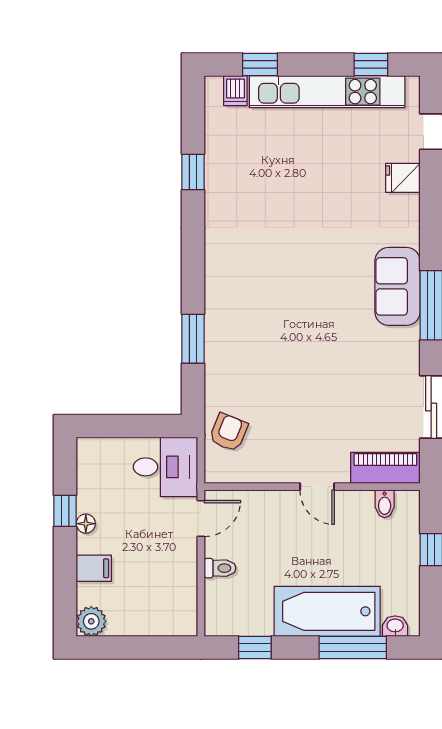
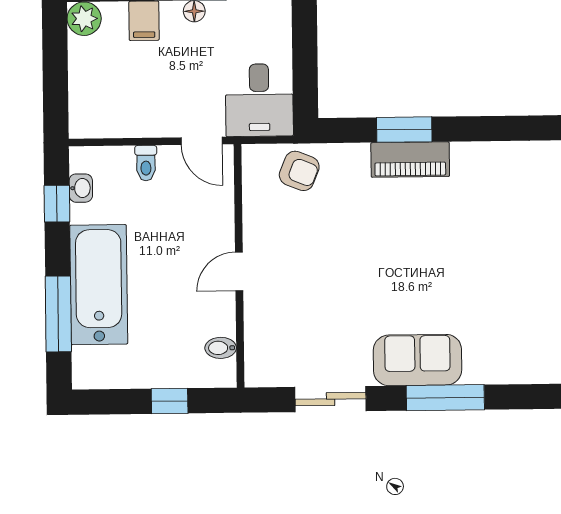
sofa: (398, 286) -> (417, 360), moved
piano: (385, 468) -> (410, 160), moved, turned 90
washbasin: (395, 626) -> (81, 188), moved

